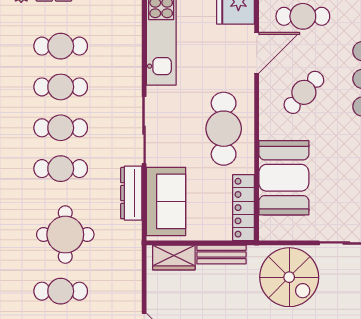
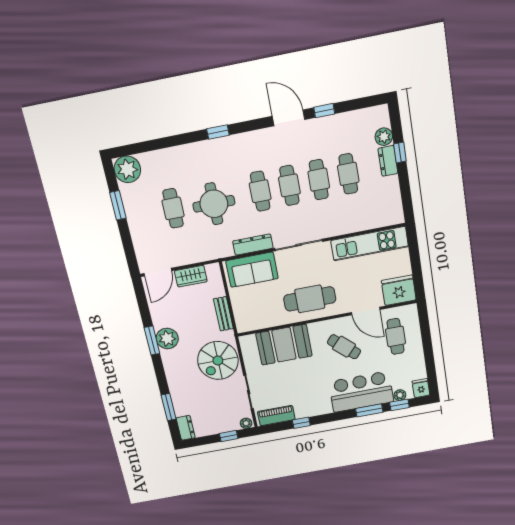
locker: (243, 208) -> (258, 322), removed
wardrobe: (174, 258) -> (191, 276), moved, turned -90

